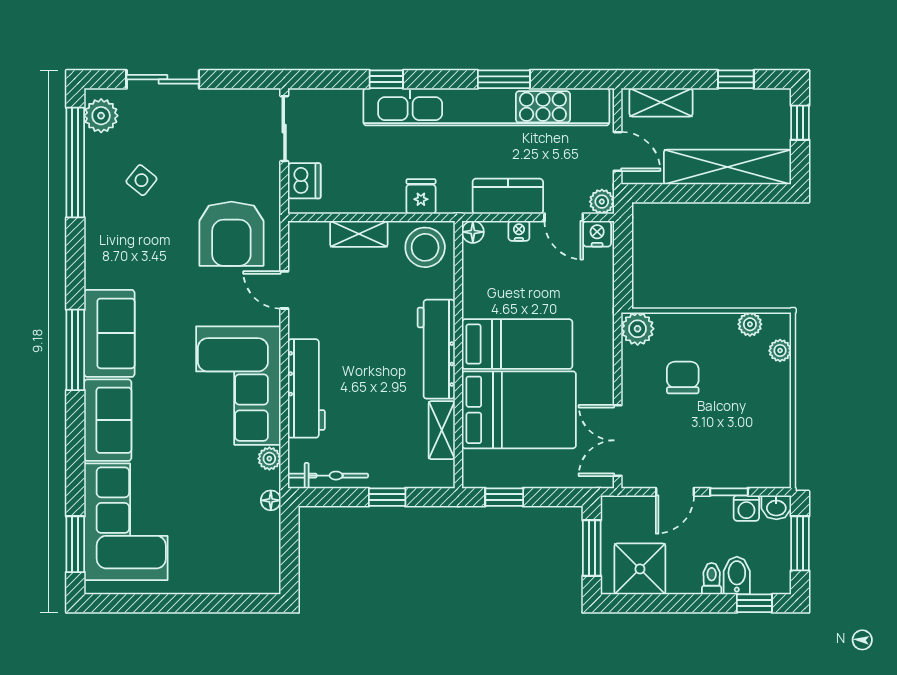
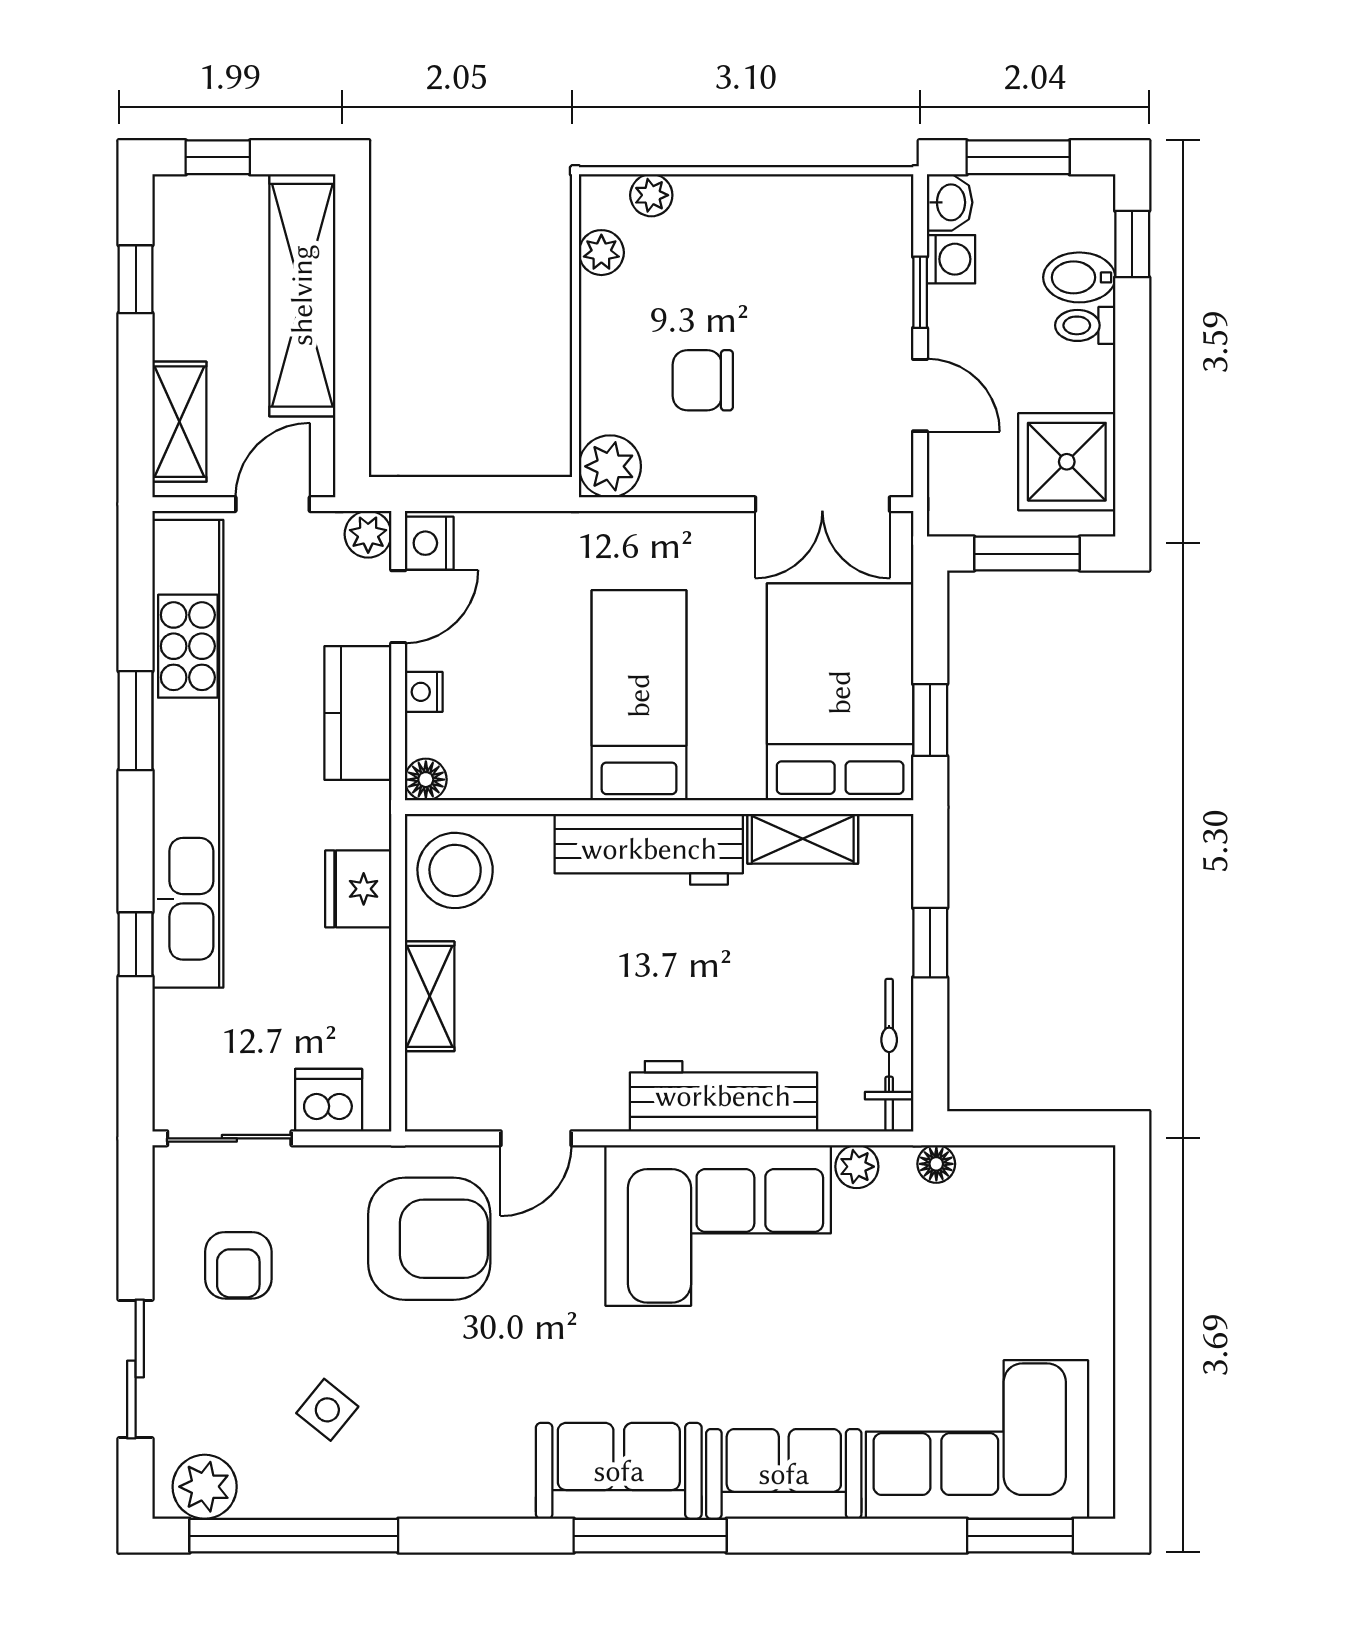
armchair: (217, 133) -> (238, 1265), added
fridge: (421, 196) -> (358, 889), width x1.38
bed: (519, 410) -> (840, 692), moved

